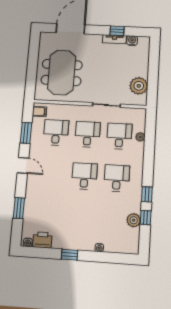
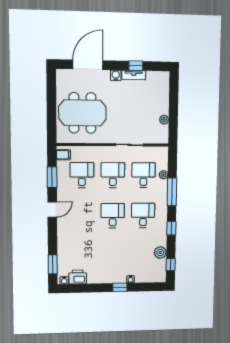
water cooler: (132, 41) -> (116, 75), moved
meeting table: (62, 72) -> (82, 113), turned 90
plant: (139, 86) -> (164, 120), width x0.53, depth x0.53
window: (149, 155) -> (172, 192), added
door: (23, 165) -> (52, 209), hinge flipped
window: (19, 208) -> (53, 264), moved
window: (146, 218) -> (171, 265), moved
window: (69, 255) -> (120, 287), moved

